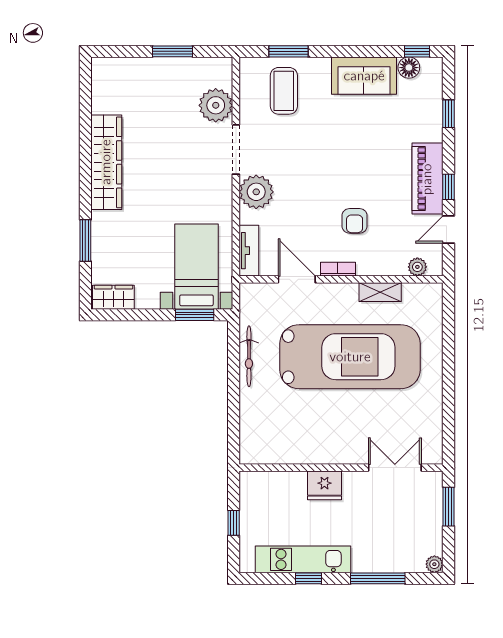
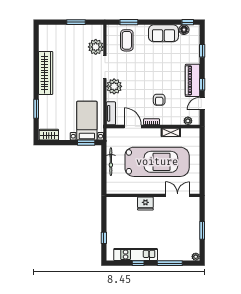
wall: (341, 468) -> (153, 195), moved
double door: (395, 468) -> (178, 195), moved
fridge: (324, 485) -> (145, 203), moved

